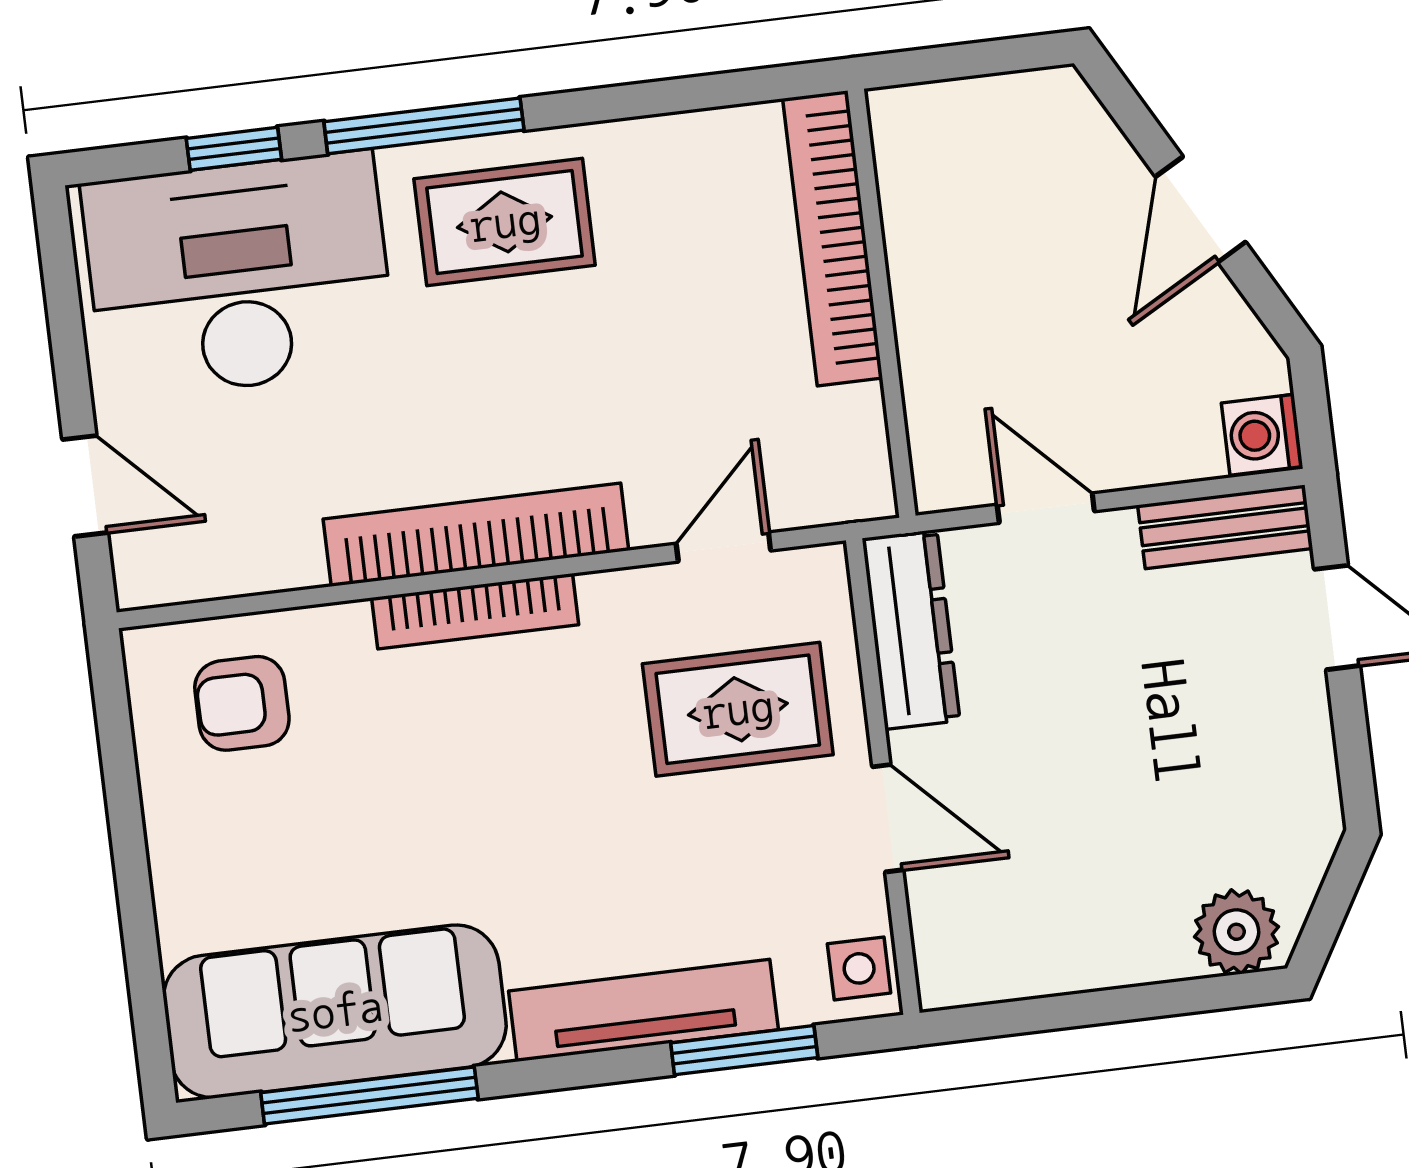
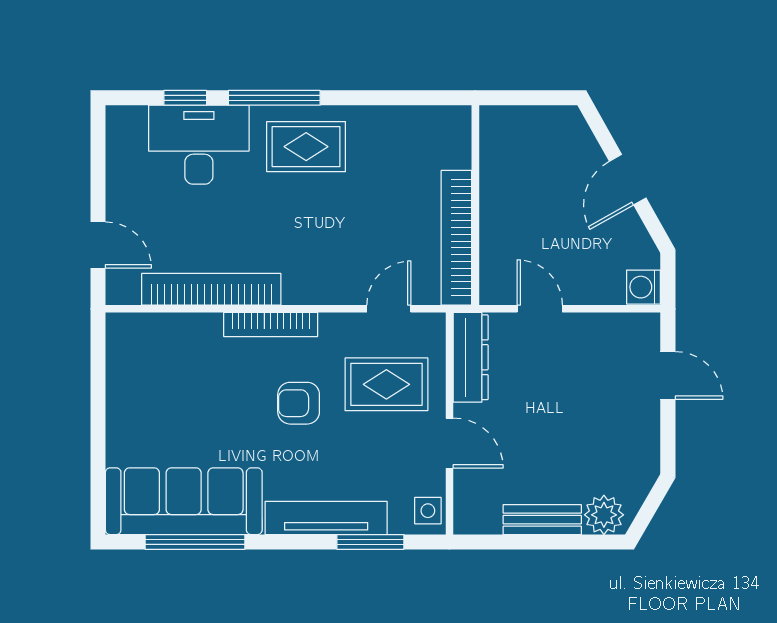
bookcase: (833, 238) -> (456, 238), moved
desk: (239, 276) -> (199, 145), width x0.73, depth x0.77
bench: (1225, 527) -> (542, 520), moved
bookcase: (476, 535) -> (211, 289), moved
armchair: (242, 703) -> (299, 403), moved

